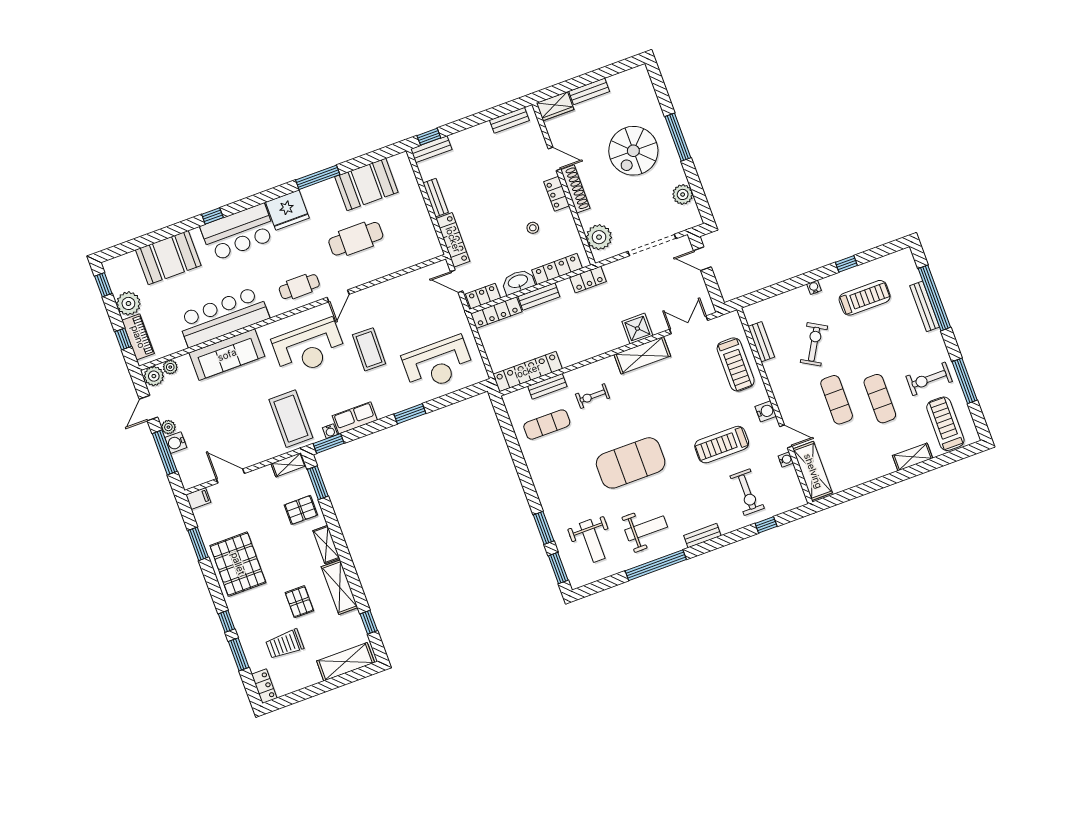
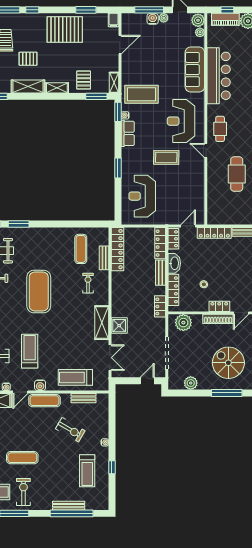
exercise mat: (837, 400) -> (44, 401), moved

